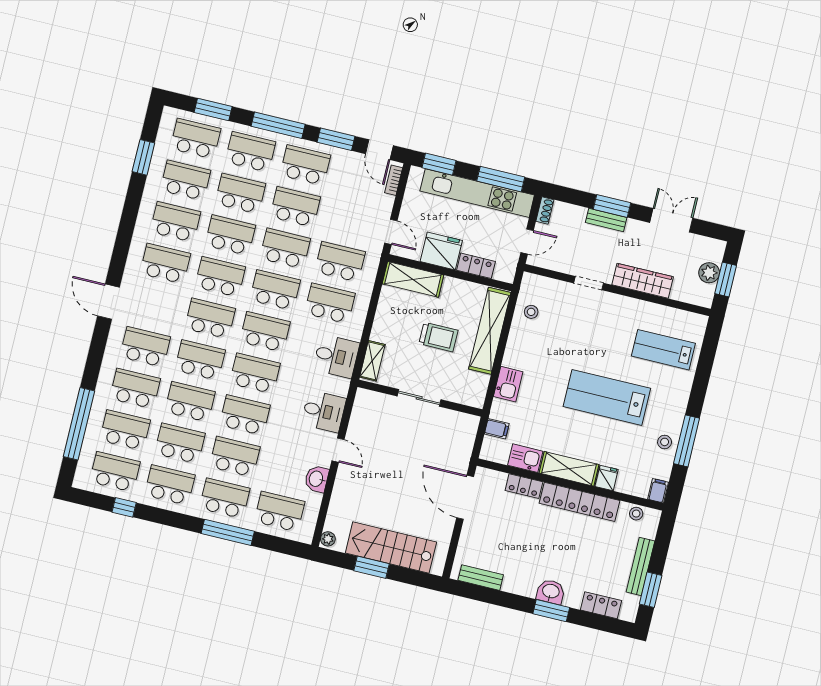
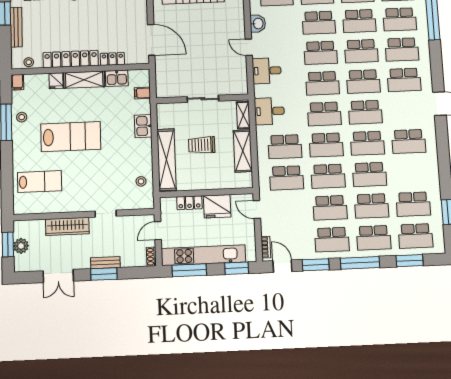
school desk: (175, 222) -> (411, 173), removed
shelving: (413, 279) -> (243, 151), moved, turned 90

